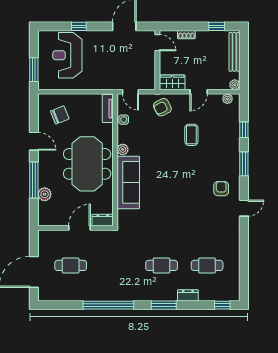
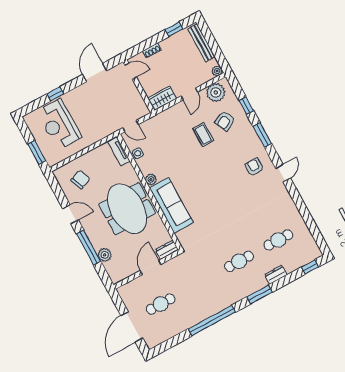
plant: (227, 99) -> (216, 92), width x1.88, depth x1.88
armchair: (162, 107) -> (225, 121), moved

